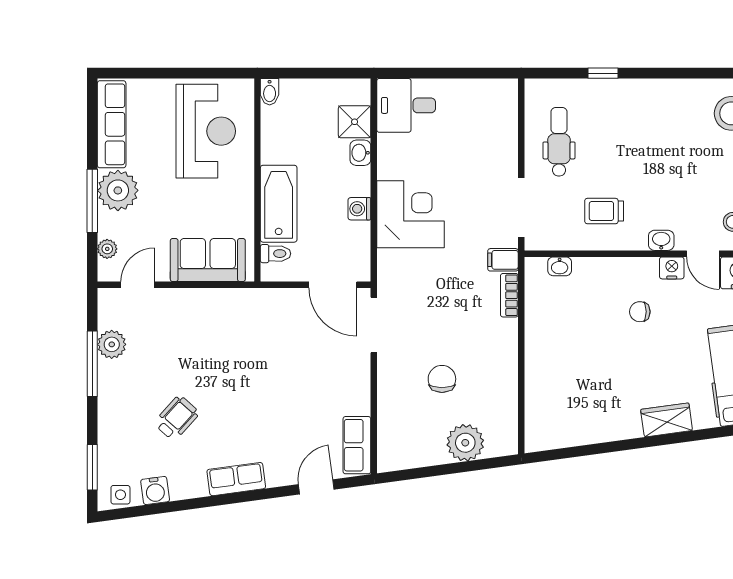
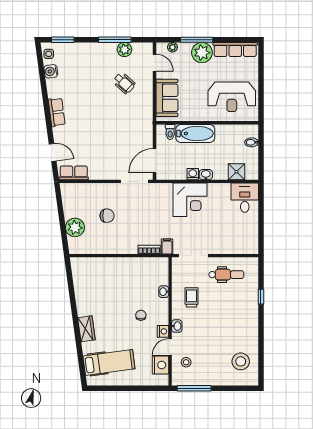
bidet: (270, 92) -> (252, 142), moved
washbasin: (360, 153) -> (206, 175), moved
washbasin: (560, 266) -> (164, 292), moved
wheelchair: (177, 418) -> (124, 83), moved

